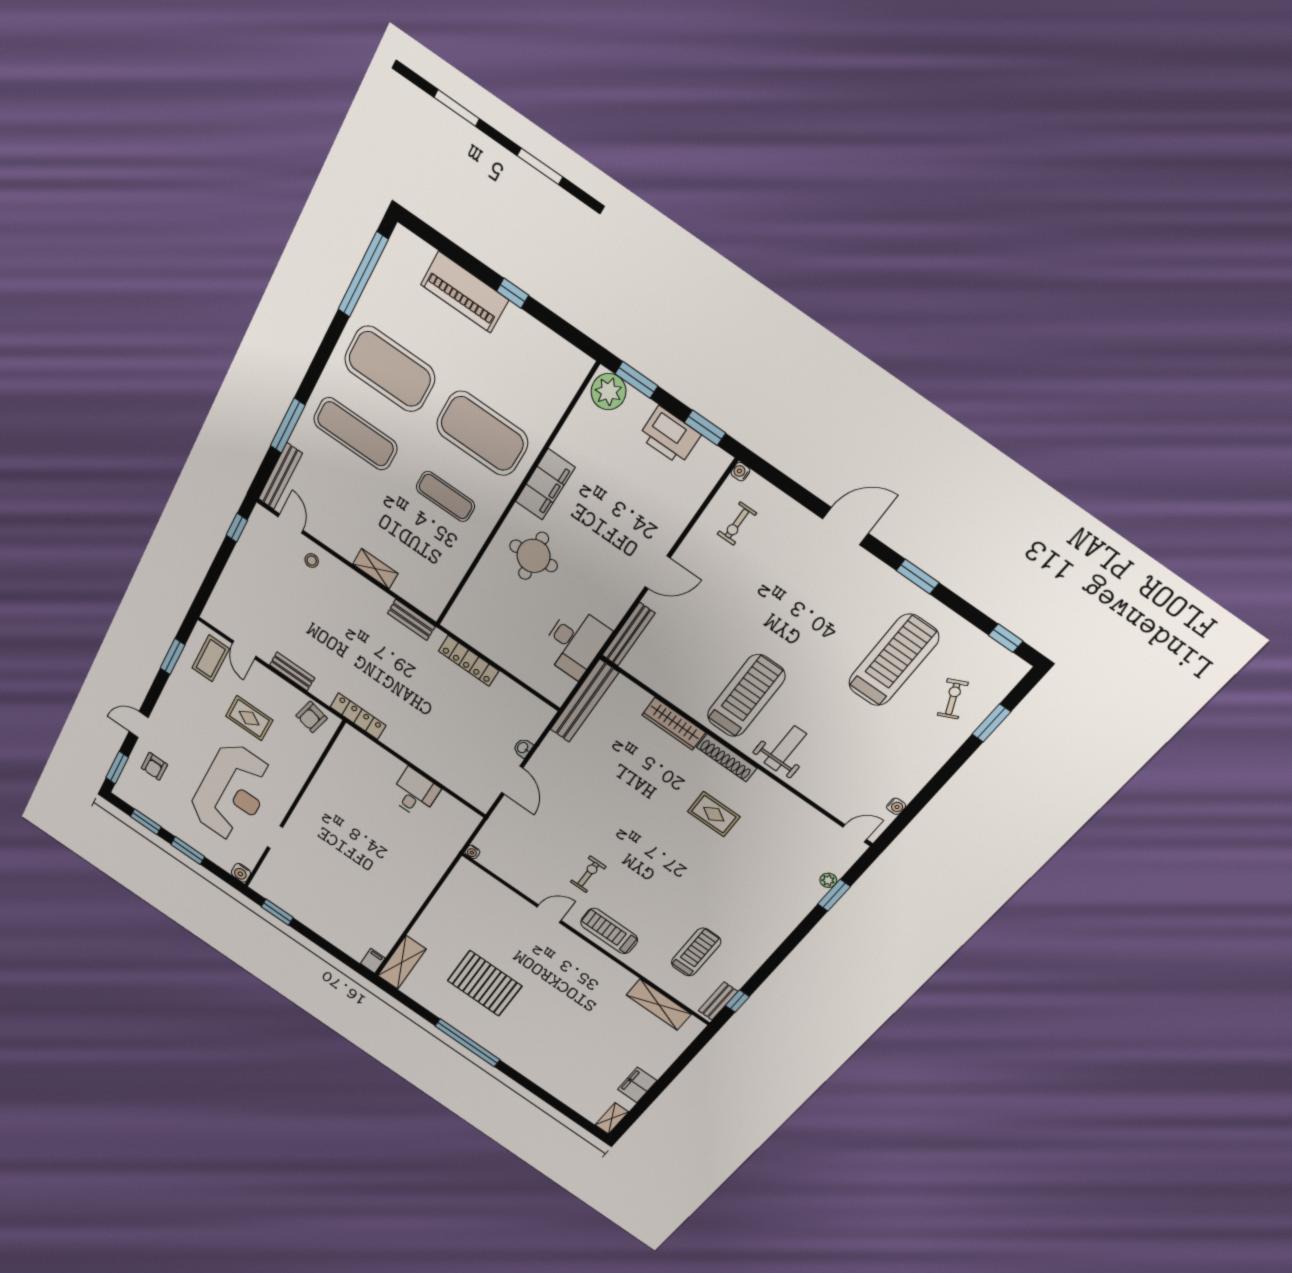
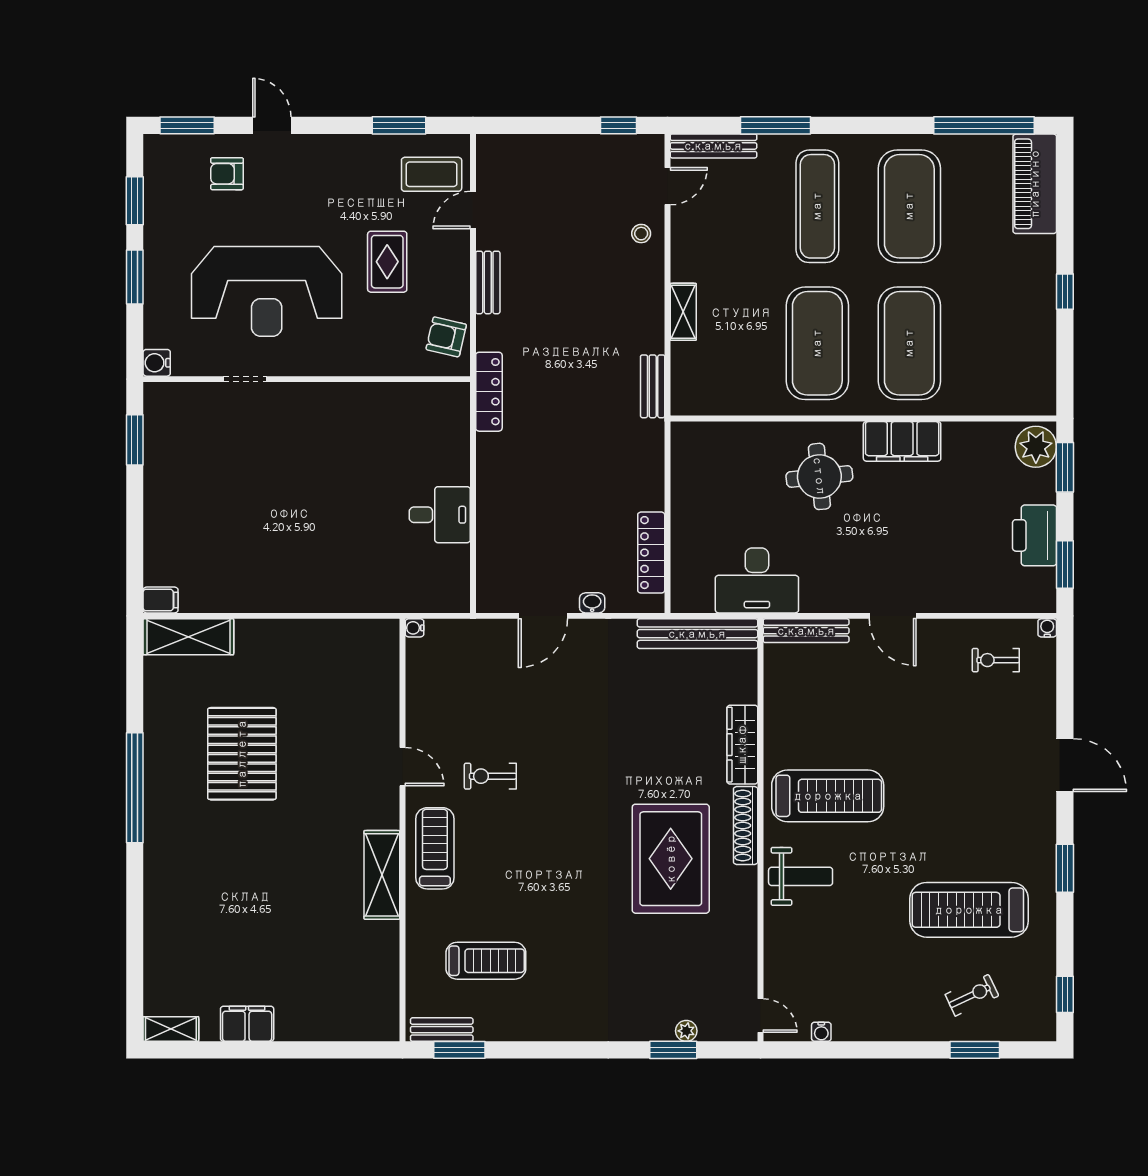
piano: (465, 292) -> (1035, 184), moved
exercise mat: (445, 496) -> (817, 343), width x2.00, depth x1.45
treadmill: (893, 660) -> (969, 910), turned 180
locker: (469, 661) -> (651, 553), moved
rug: (714, 814) -> (671, 859), width x1.86, depth x2.06
exercise bike: (588, 874) -> (490, 776), turned 180
window: (737, 1001) -> (459, 1050), width x1.50
shelving: (659, 1005) -> (382, 875), moved

